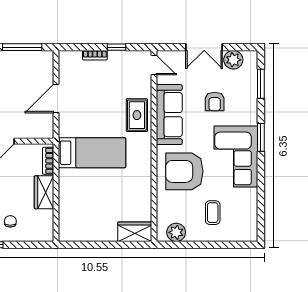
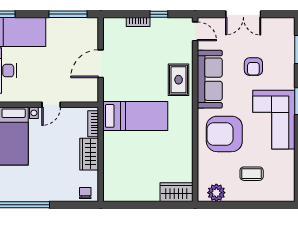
plant: (233, 60) -> (271, 26), removed
coffee table: (213, 213) -> (252, 174), turned 90
chair: (10, 221) -> (85, 193), moved

